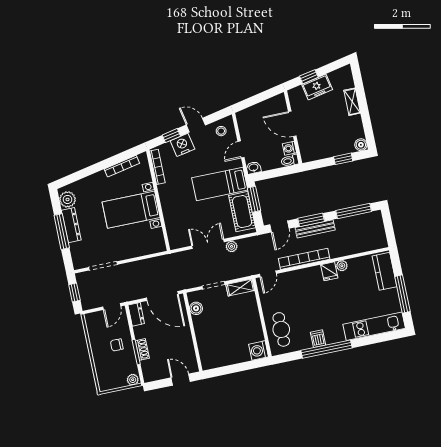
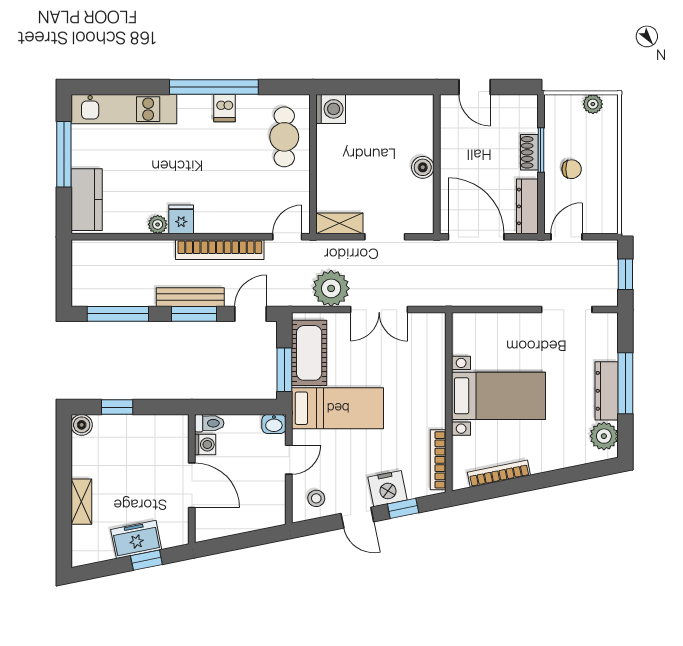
plant: (232, 246) -> (331, 288), width x1.88, depth x1.88
boiler: (196, 308) -> (423, 167), moved
dresser: (136, 314) -> (527, 206), width x1.44
plant: (133, 380) -> (593, 104), moved

